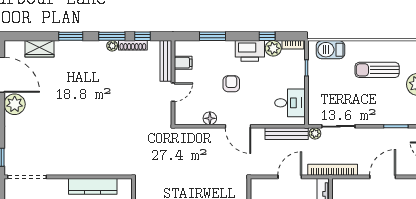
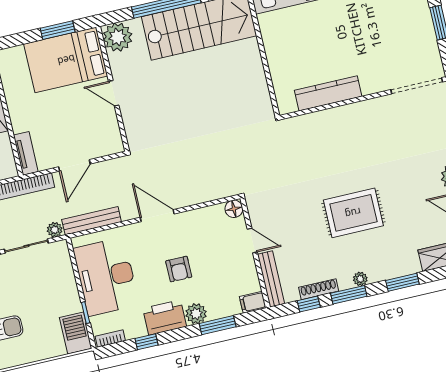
plant: (112, 46) -> (360, 279), moved
plant: (273, 48) -> (196, 314), moved
barbecue: (330, 50) -> (76, 333), moved, turned -90
filing cabinet: (183, 63) -> (253, 302), moved
door: (173, 92) -> (252, 240), swing flipped
rug: (95, 95) -> (353, 213), added
desk: (290, 103) -> (106, 277), width x1.87, depth x1.30
floor lamp: (210, 118) -> (234, 209), moved

